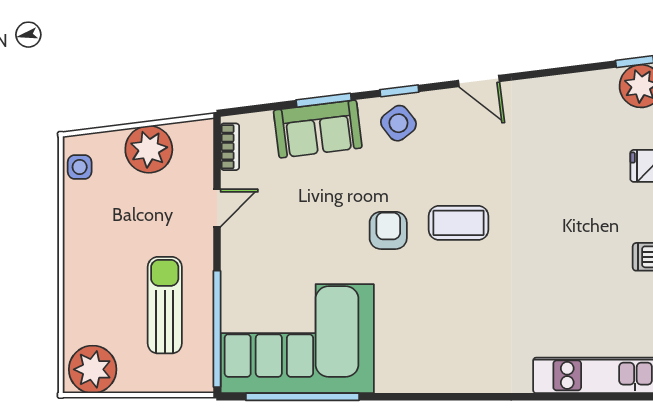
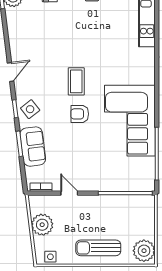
sun lounger: (165, 305) -> (98, 248), moved
corner sofa: (297, 339) -> (130, 121), moved

